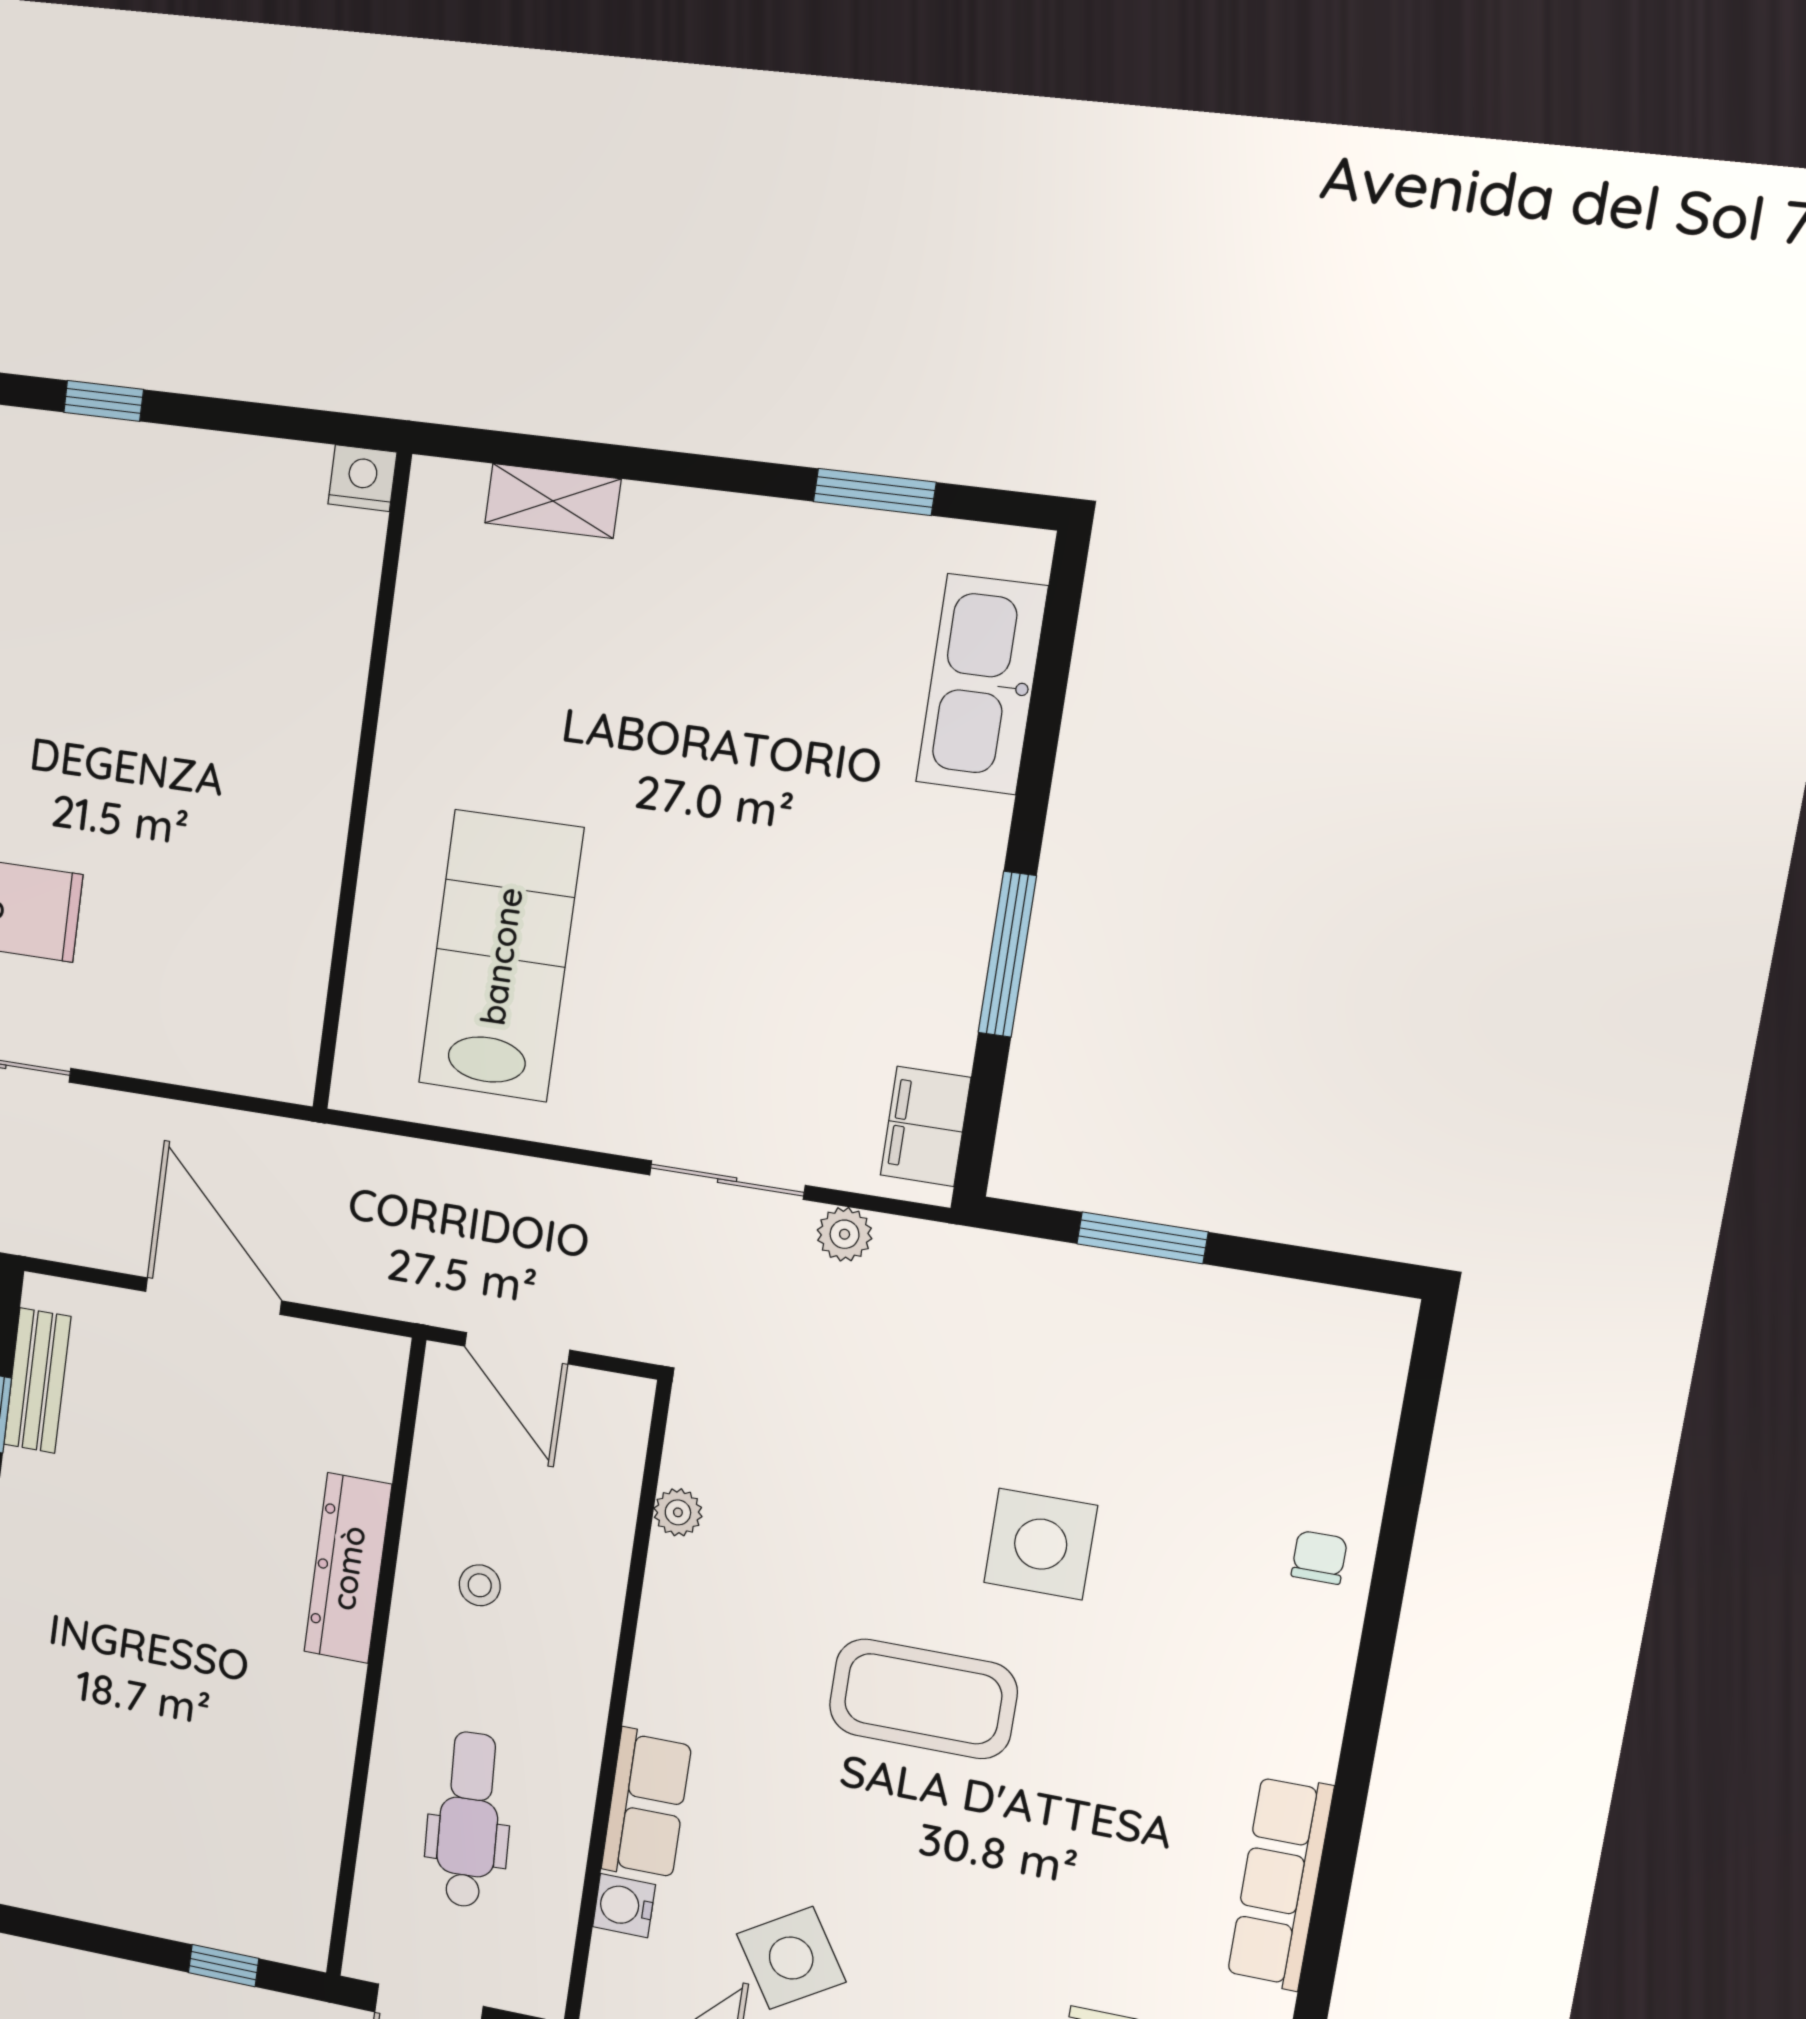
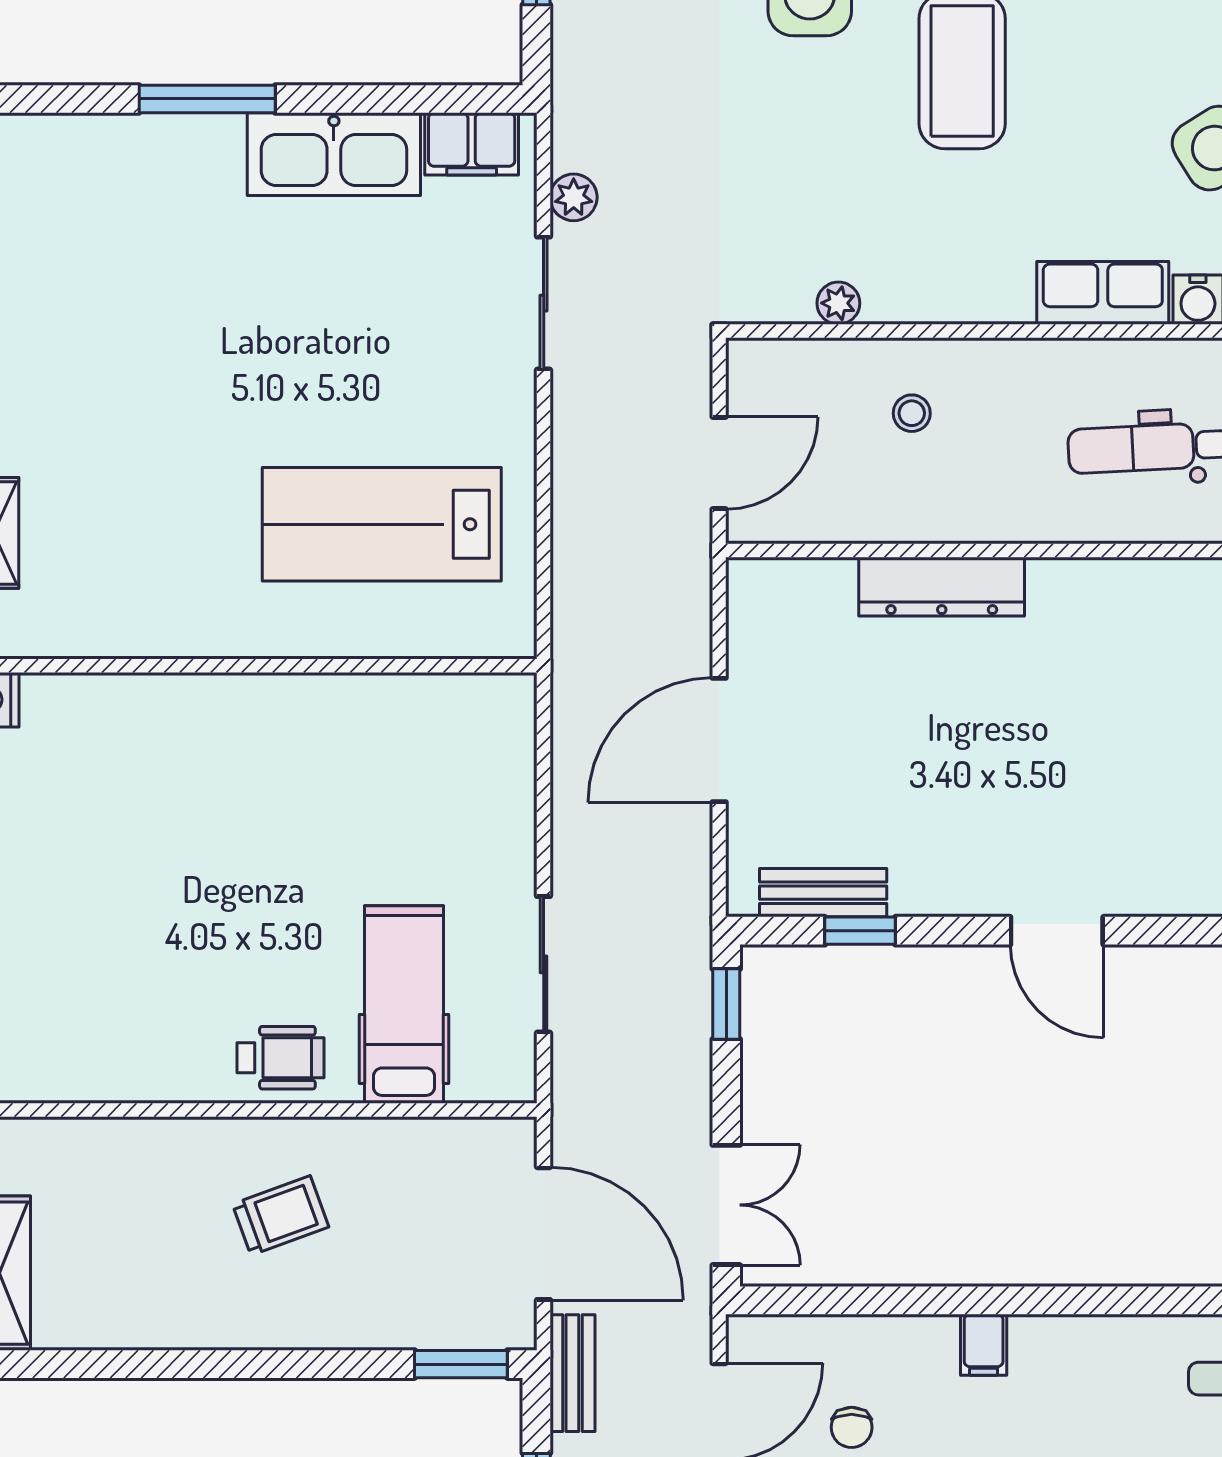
kitchen sink: (982, 684) -> (334, 154), moved
window: (1007, 954) -> (207, 99), moved
stool: (480, 1585) -> (912, 413), moved

